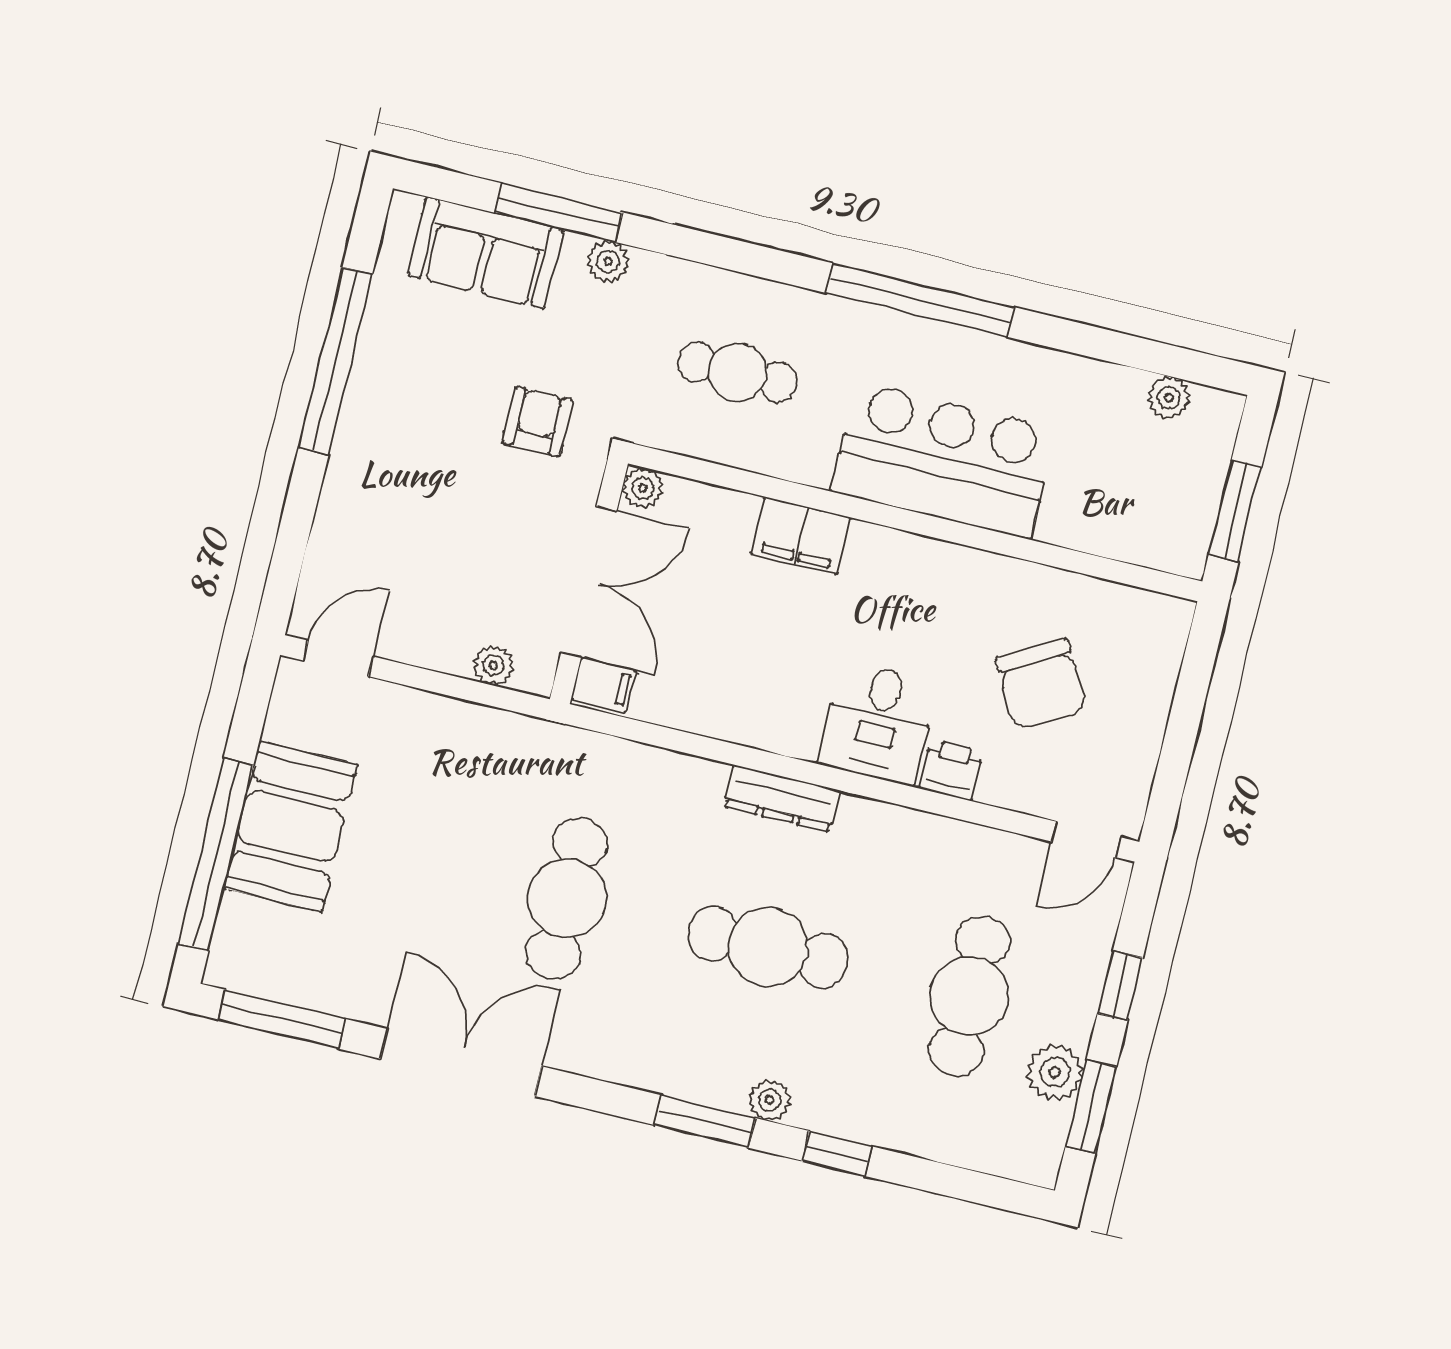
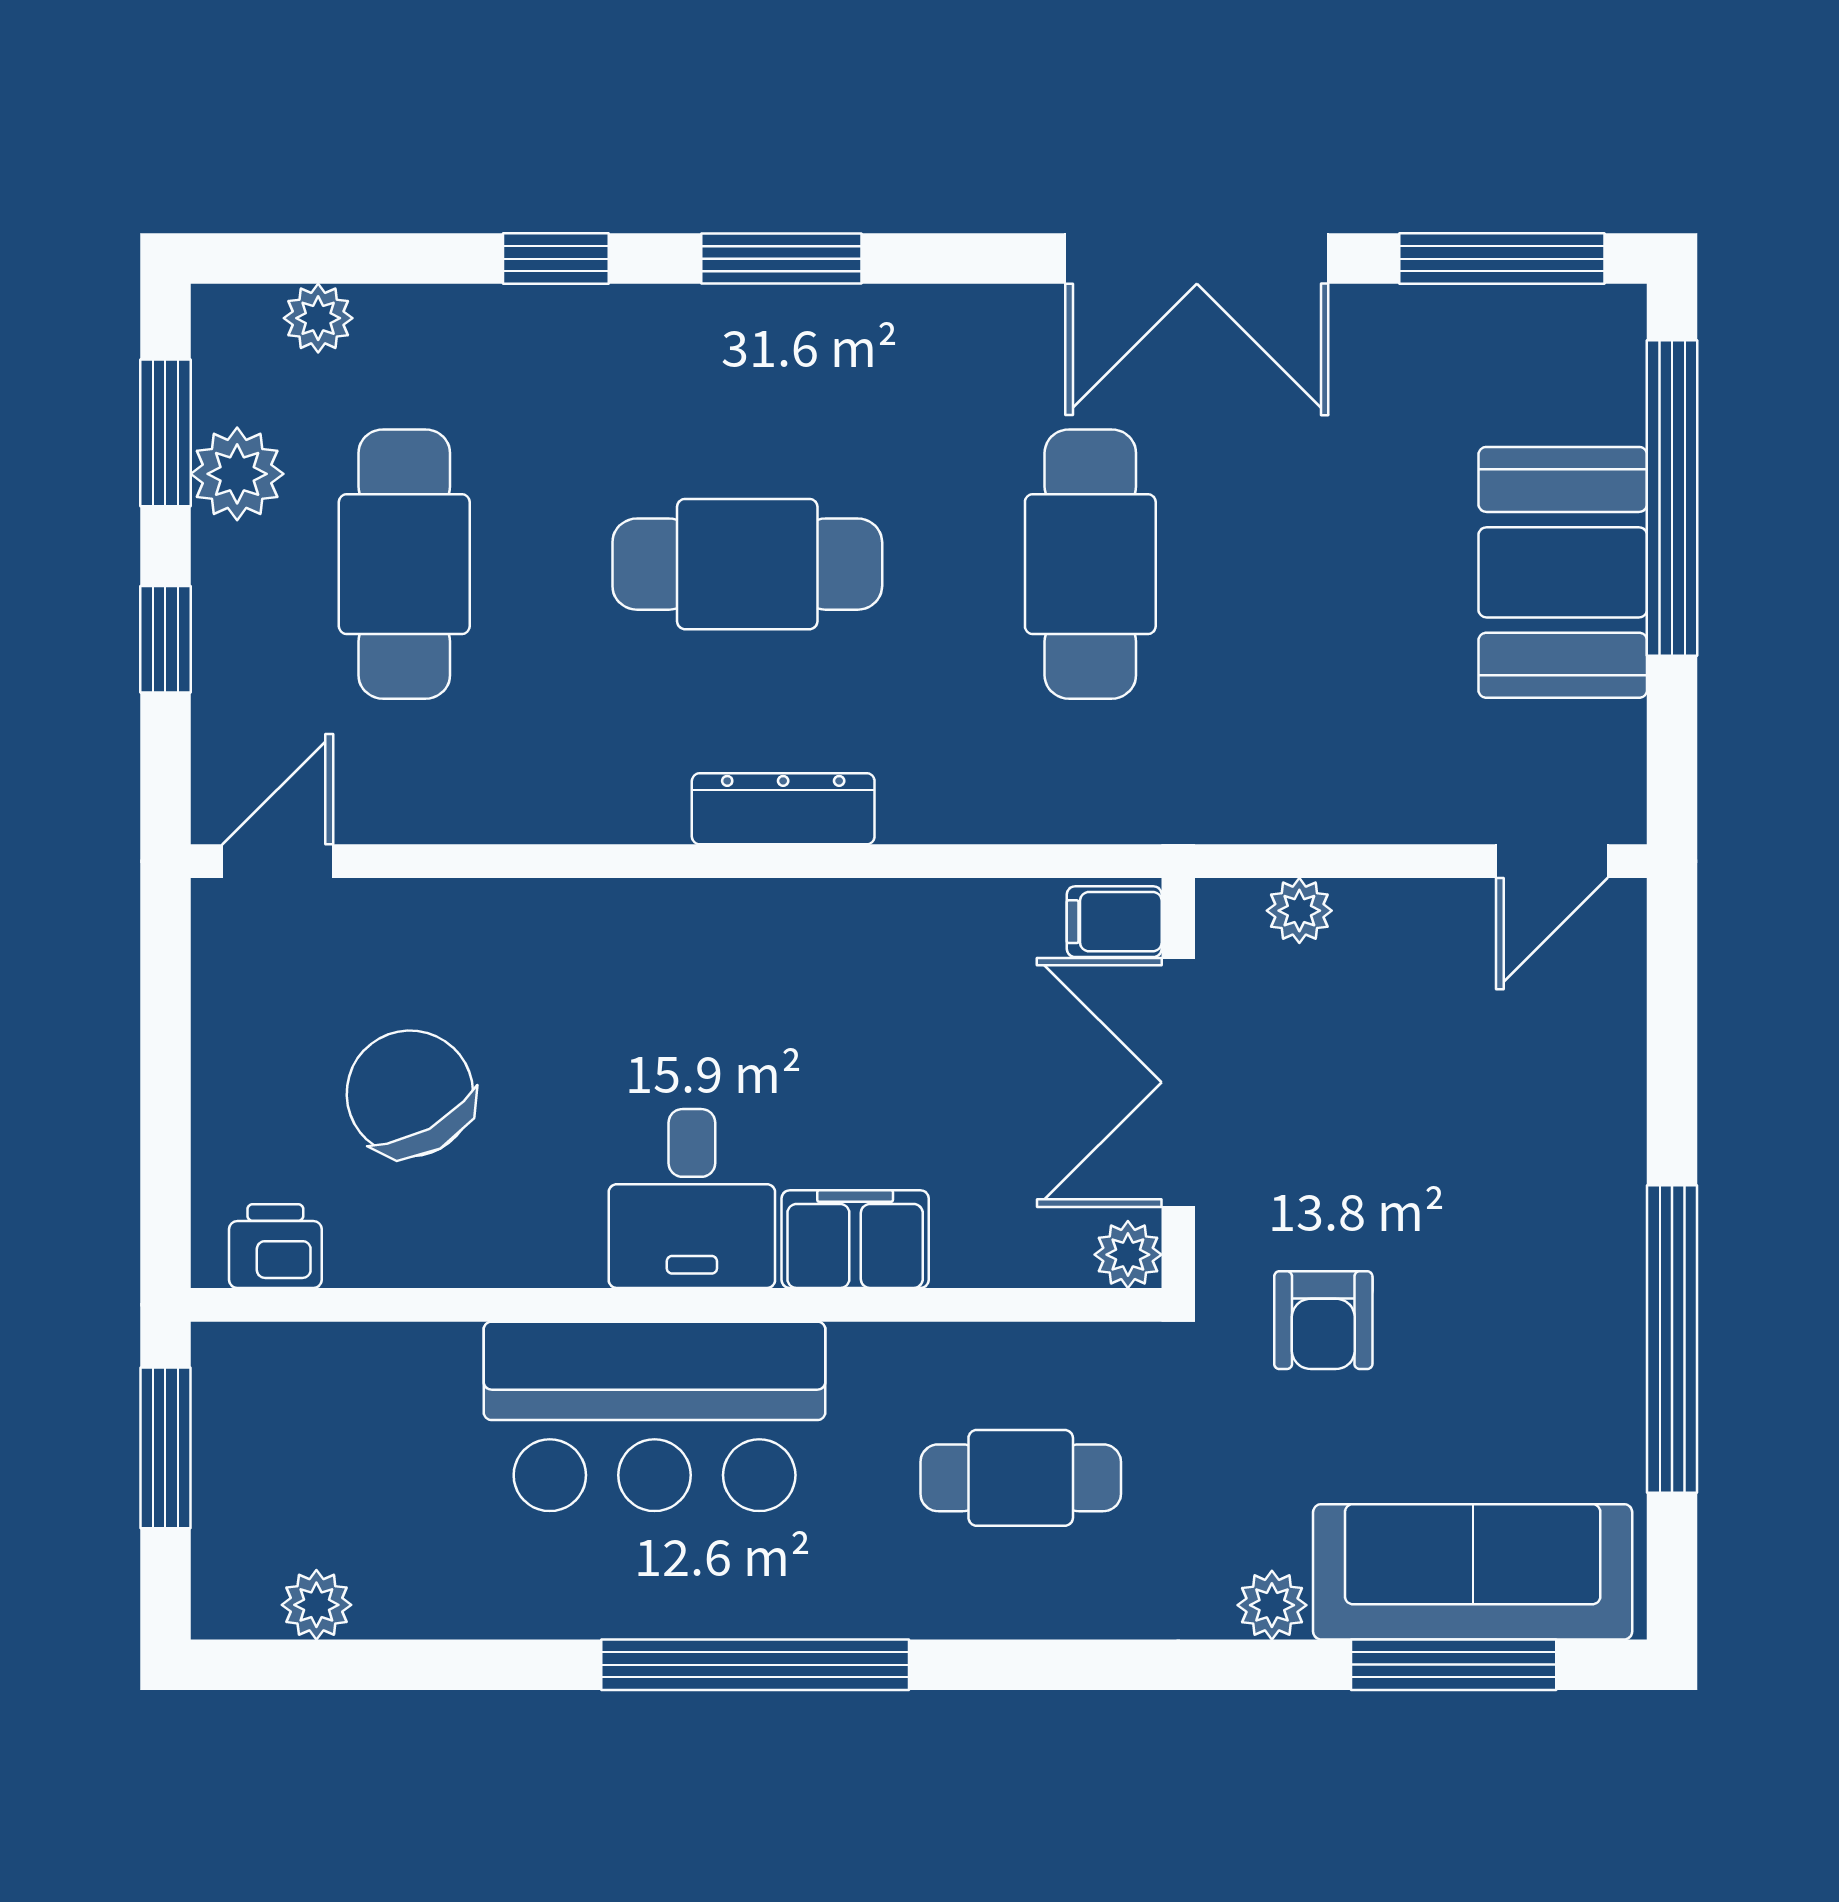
window: (558, 213) -> (1454, 1665), moved
sofa: (486, 253) -> (1473, 1572), width x1.36
desk: (878, 723) -> (692, 1198), moved, turned 180
printer: (951, 770) -> (275, 1246), moved, turned 180
plant: (770, 1100) -> (318, 318), moved

